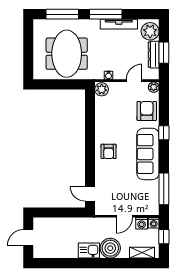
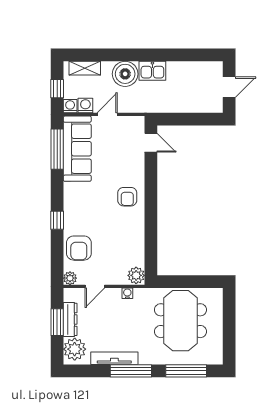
armchair: (109, 151) -> (127, 197), turned 180
sofa: (148, 154) -> (77, 149), moved

